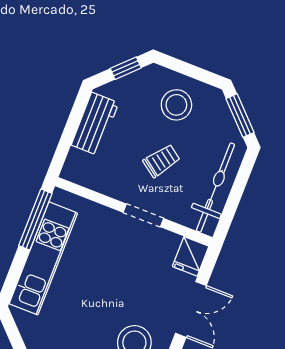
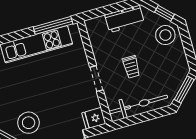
stool: (176, 105) -> (165, 35), moved
trolley: (162, 161) -> (131, 67), turned 54

